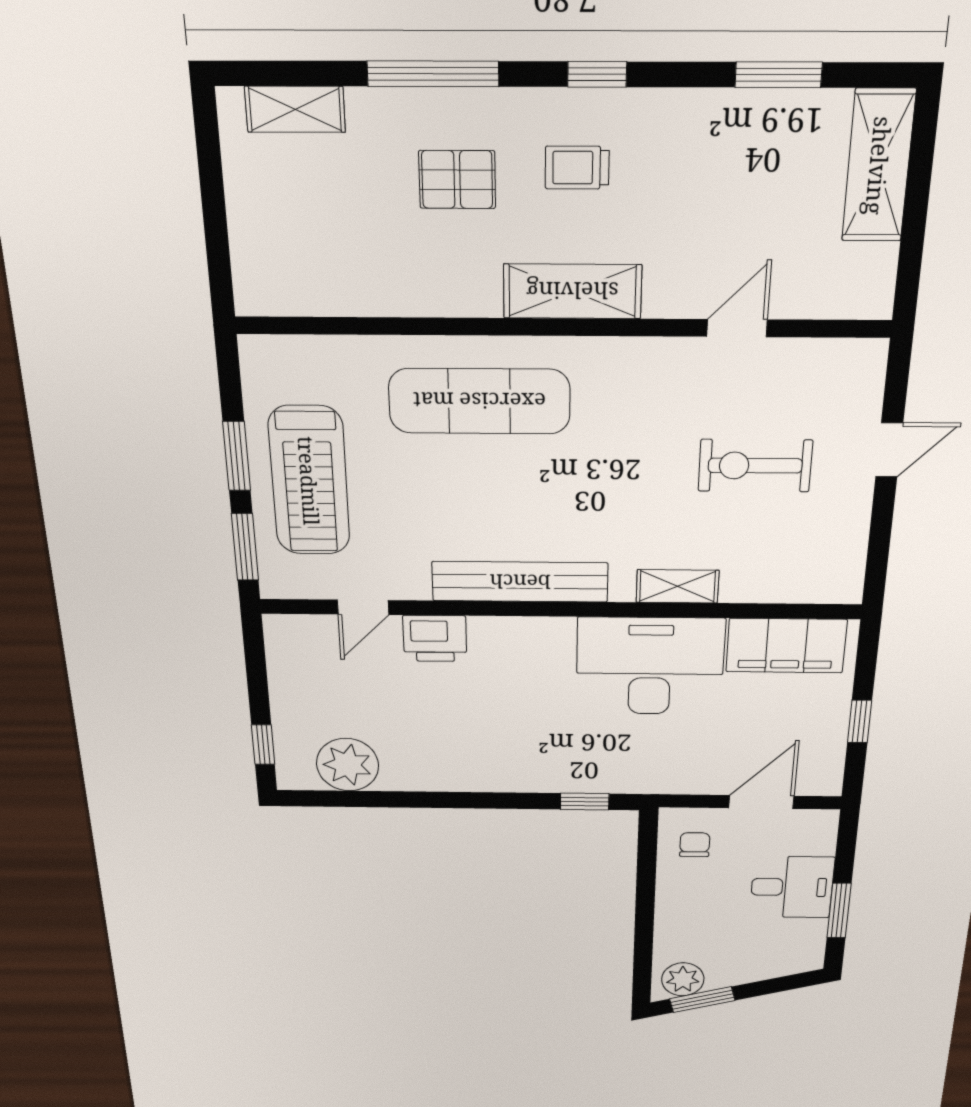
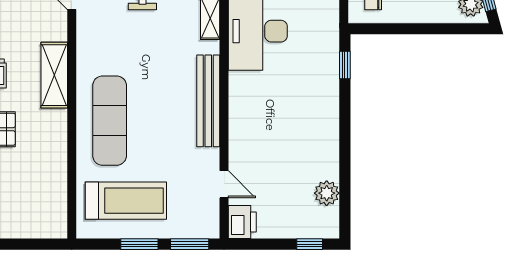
treadmill: (309, 481) -> (126, 201), moved
printer: (435, 638) -> (242, 222), moved
plant: (348, 765) -> (327, 193), width x0.73, depth x0.73

